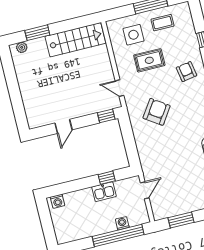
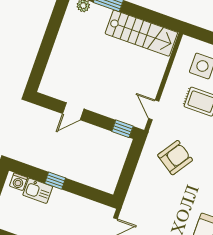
window: (107, 178) -> (55, 181), moved
kitchen sink: (104, 192) -> (38, 191), moved

